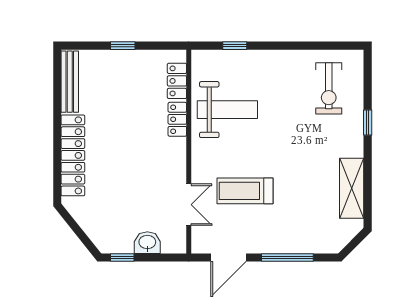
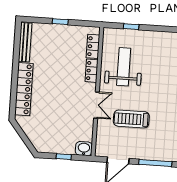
weight bench: (227, 110) -> (124, 67), turned -90
double door: (189, 205) -> (97, 105), moved
washbasin: (147, 243) -> (84, 149), moved
window: (122, 258) -> (64, 157), moved

